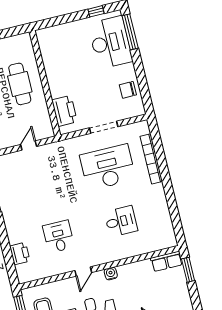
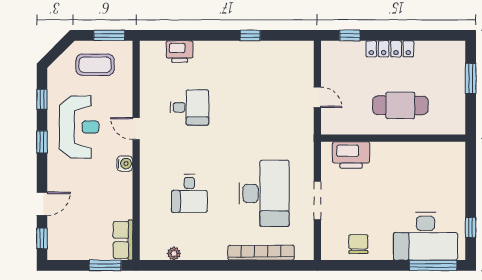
plant: (167, 222) -> (174, 253), added

